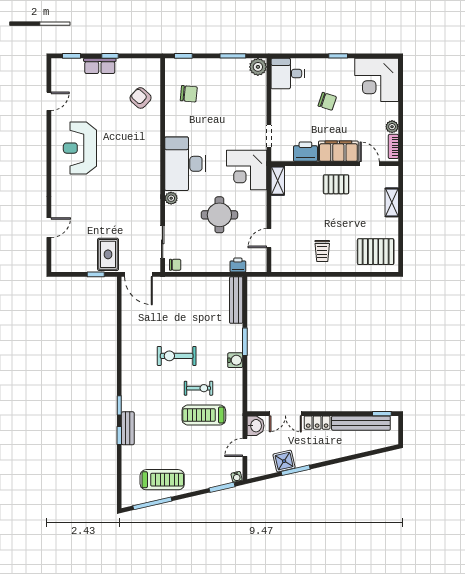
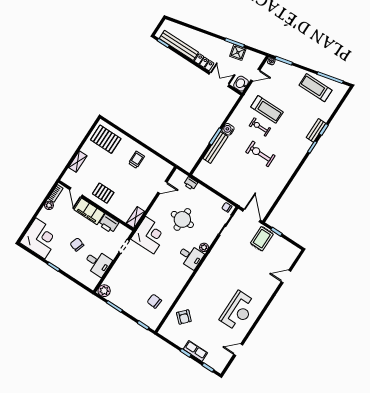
desk: (288, 74) -> (98, 263), moved
desk: (185, 164) -> (190, 257), width x0.53, depth x0.77
bench: (236, 300) -> (215, 148), moved
exercise bike: (177, 356) -> (260, 154), turned 180

